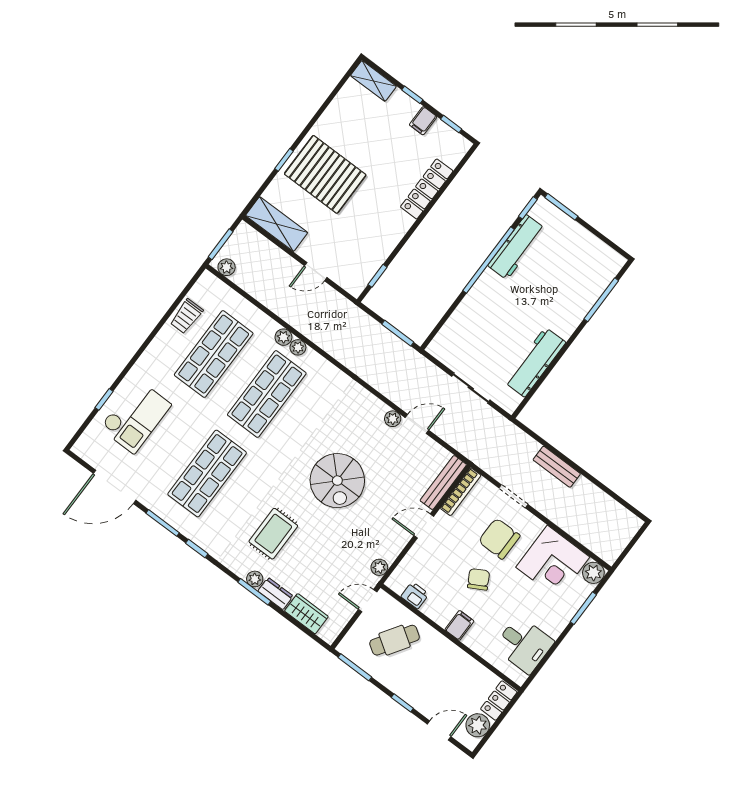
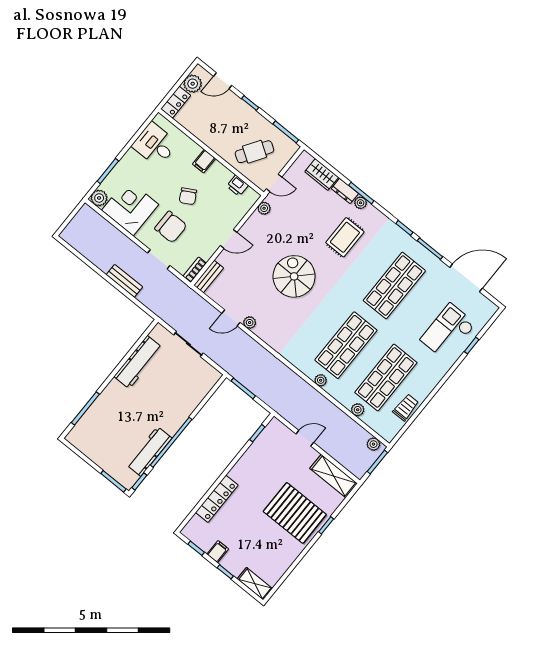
plant: (283, 337) -> (358, 410), moved
bench: (443, 483) -> (209, 276), width x0.73
bookcase: (461, 492) -> (195, 270), width x0.64

